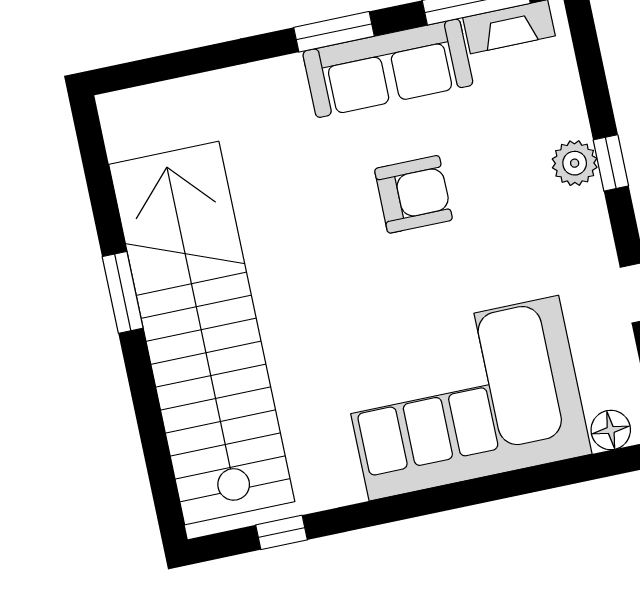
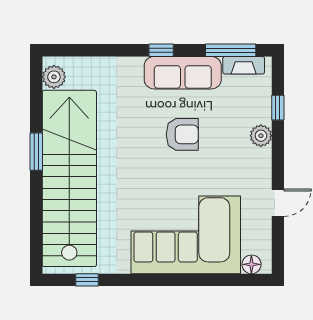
window: (334, 32) -> (161, 50), width x0.67
plant: (127, 132) -> (54, 77), added
window: (611, 163) -> (278, 108), moved

